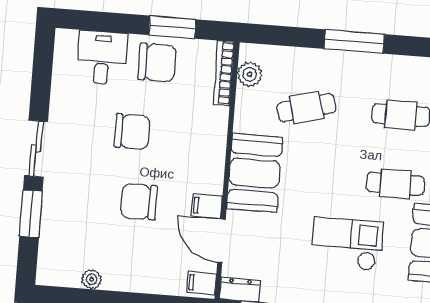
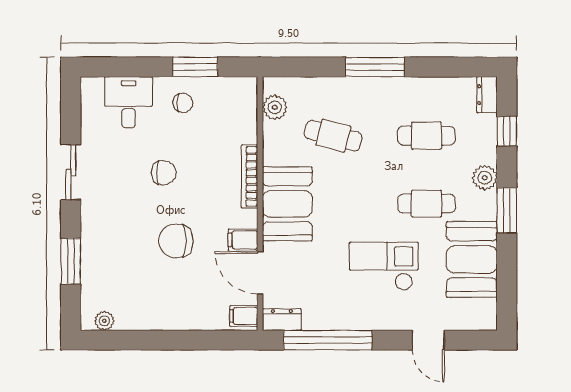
chair: (157, 62) -> (183, 103), width x0.54, depth x0.54
bookcase: (224, 73) -> (250, 176), moved
cafe table: (306, 108) -> (333, 136), turned 30
chair: (132, 132) -> (164, 173), width x0.73, depth x0.73
sliding door: (36, 149) -> (71, 172), moved
plant: (92, 279) -> (104, 321), moved

